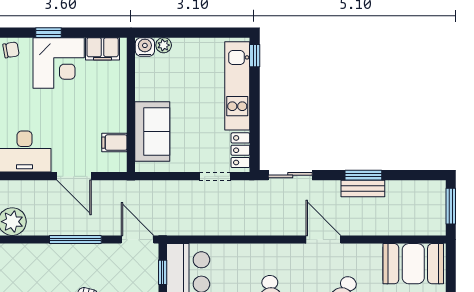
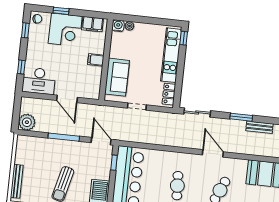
filing cabinet: (114, 143) -> (96, 60), moved
doorway: (215, 176) -> (137, 106), moved
bench: (363, 188) -> (259, 127), moved

